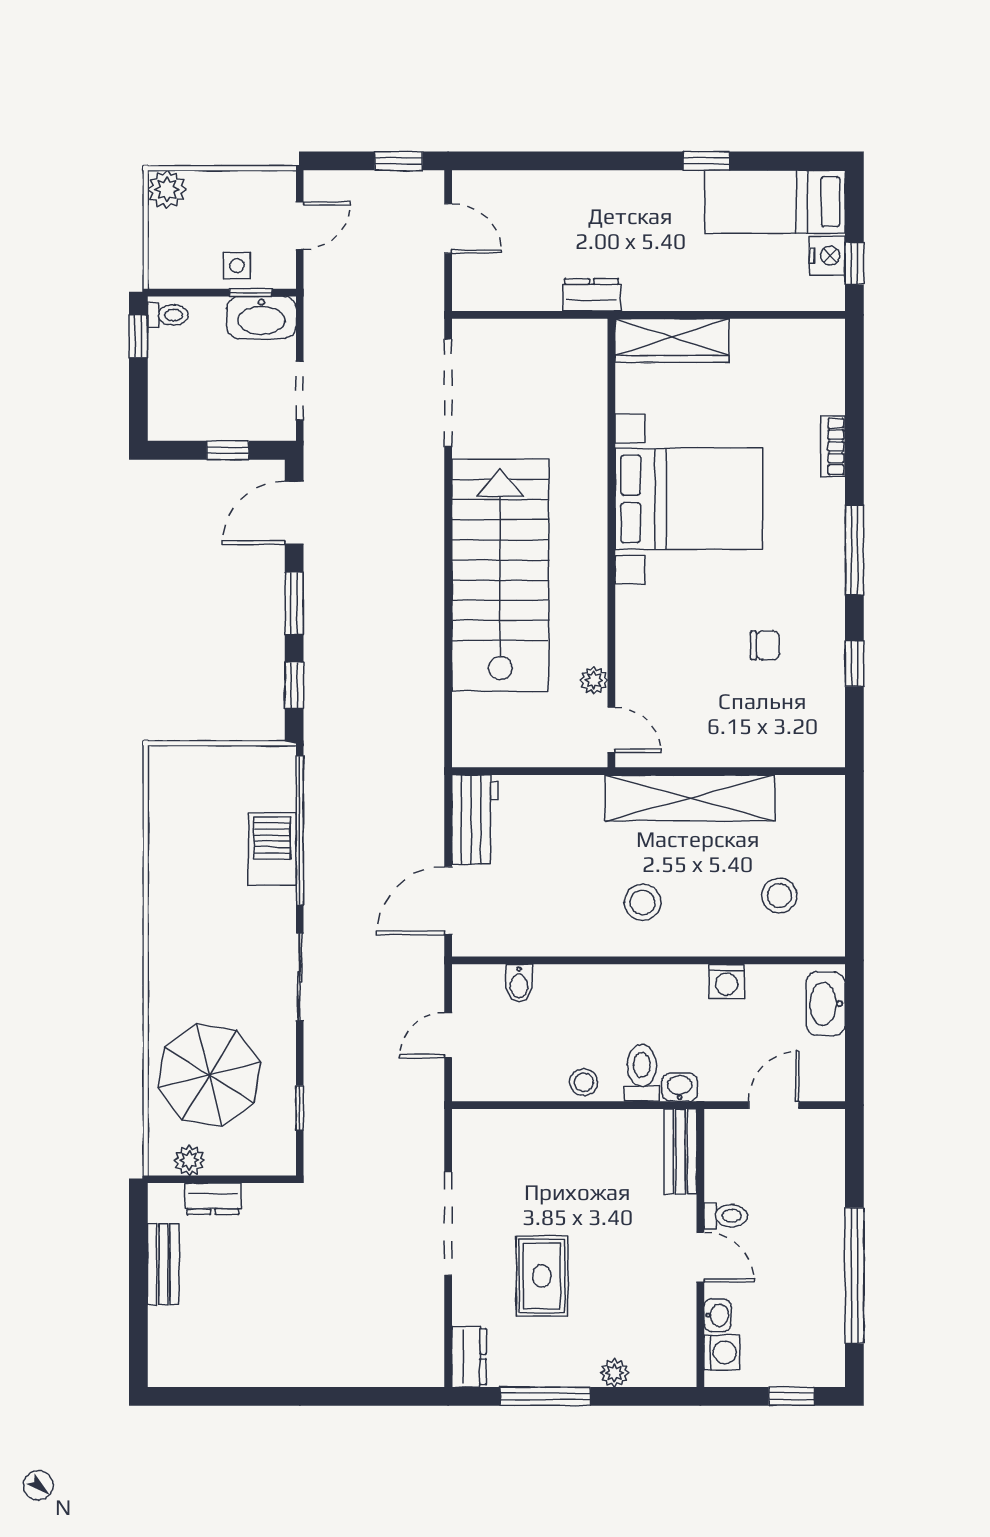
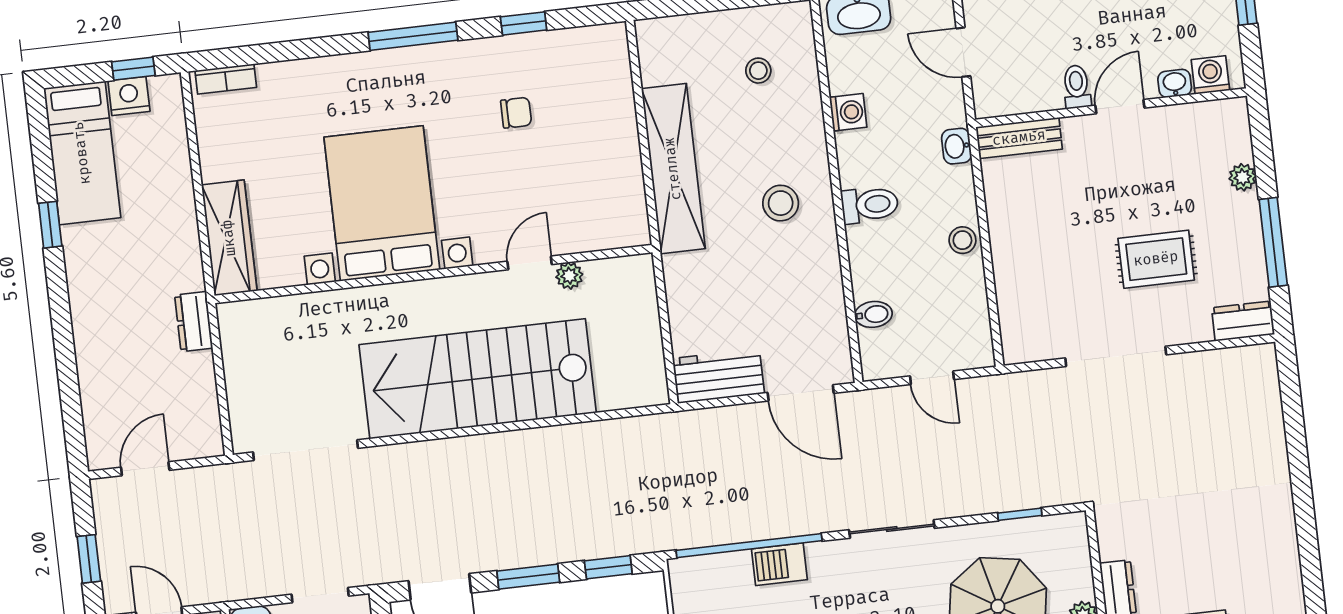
window: (399, 161) -> (89, 559), moved
bookcase: (833, 446) -> (226, 79), moved
chair: (765, 645) -> (516, 113), turned 90
door: (611, 730) -> (530, 263), moved
barbecue: (272, 849) -> (779, 564), width x0.73, depth x0.79
stool: (779, 895) -> (758, 71), width x0.73, depth x0.73
toilet: (642, 1073) -> (870, 205), moved, turned 180

